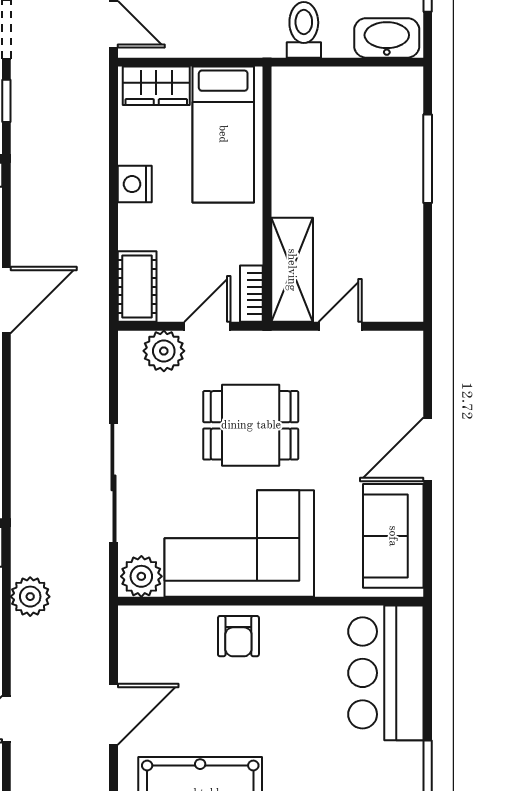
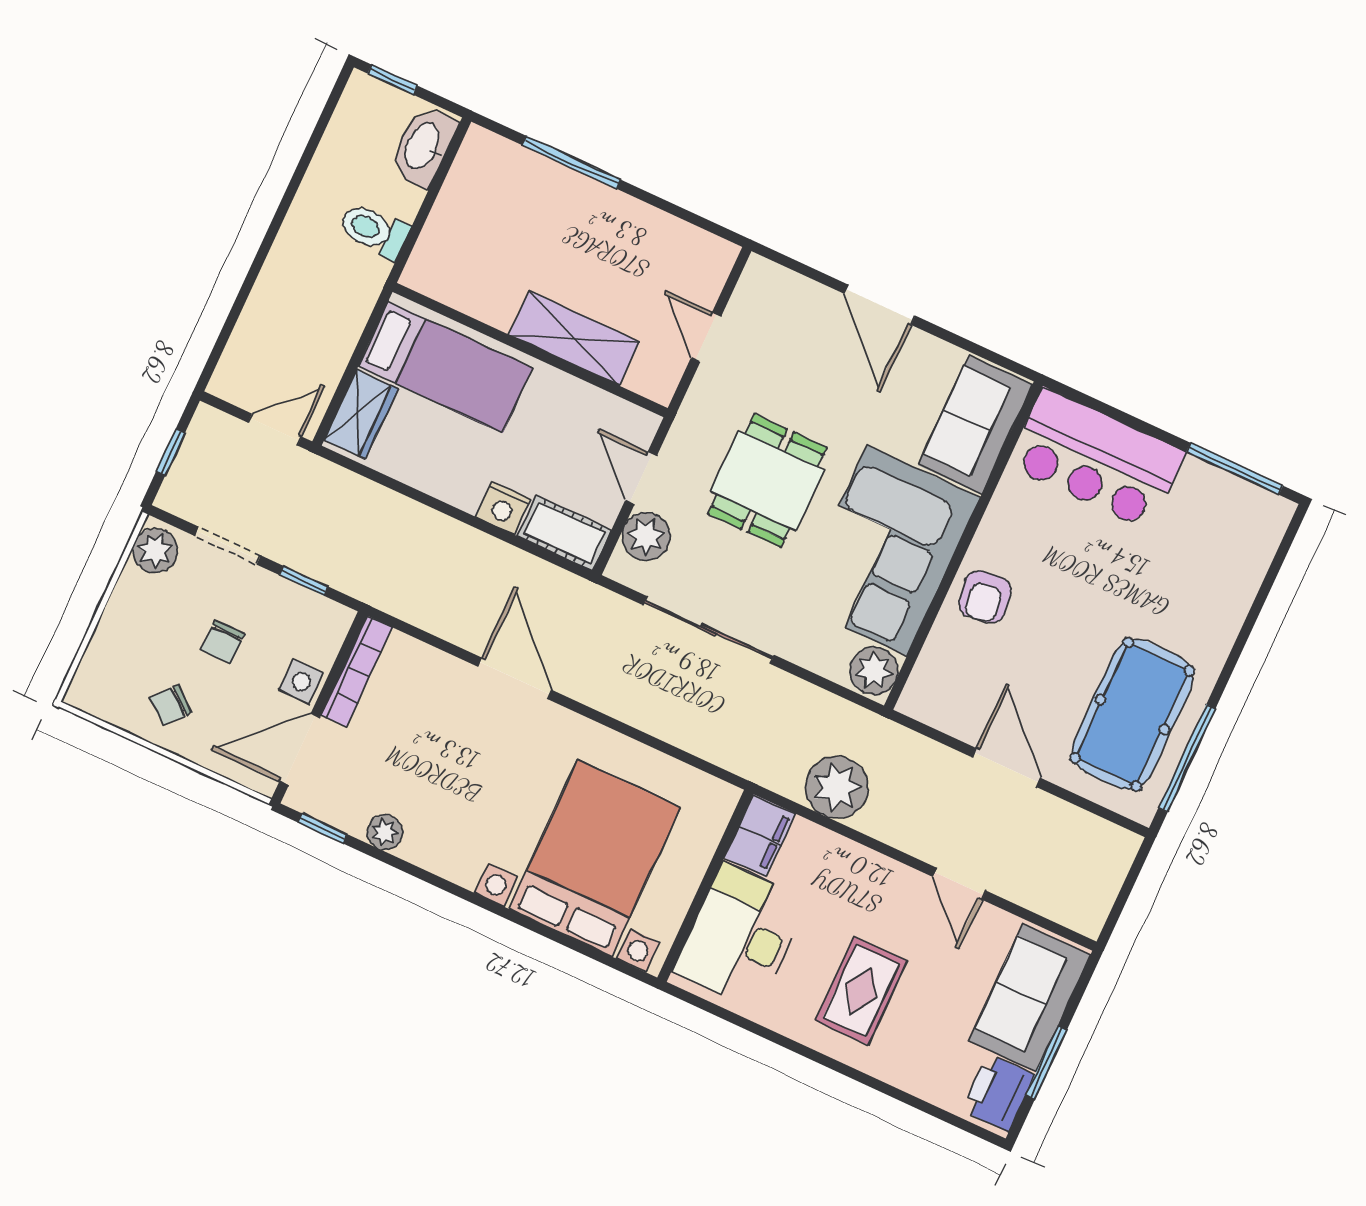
nightstand: (135, 184) -> (503, 508), moved
shelving: (292, 270) -> (574, 338), moved
bookcase: (251, 294) -> (628, 415), removed
sliding door: (113, 483) -> (709, 630), moved
sofa: (393, 536) -> (975, 425), moved, turned 90
plant: (30, 597) -> (837, 787), width x1.36, depth x1.36
armchair: (238, 636) -> (985, 597), turned 82

